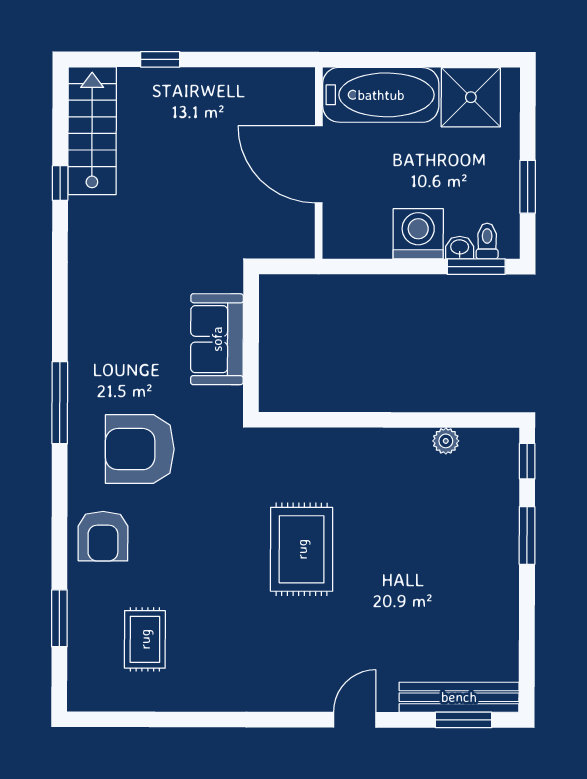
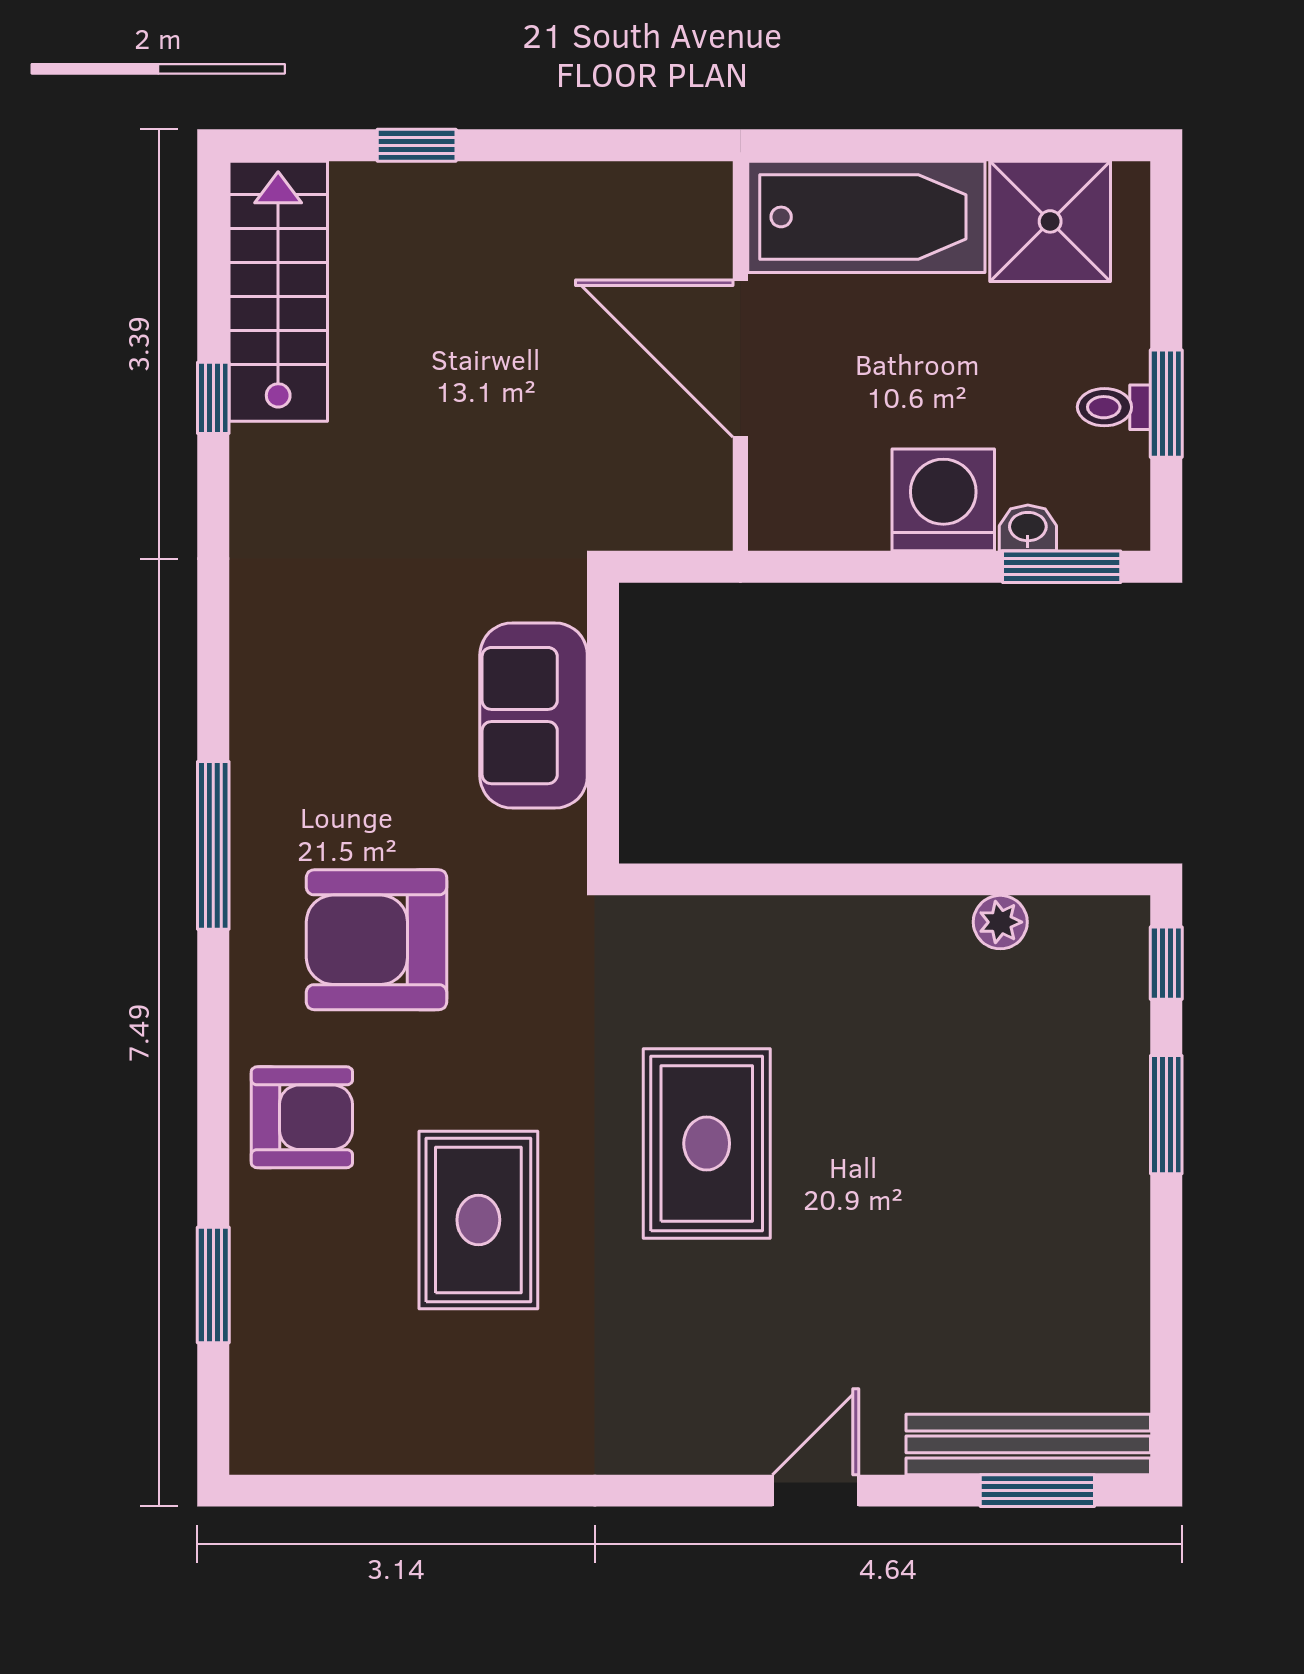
toilet: (487, 241) -> (1114, 407), moved, turned -90
armchair: (103, 536) -> (302, 1117), turned -90
rug: (145, 639) -> (478, 1220), moved, width x1.36, depth x1.43

